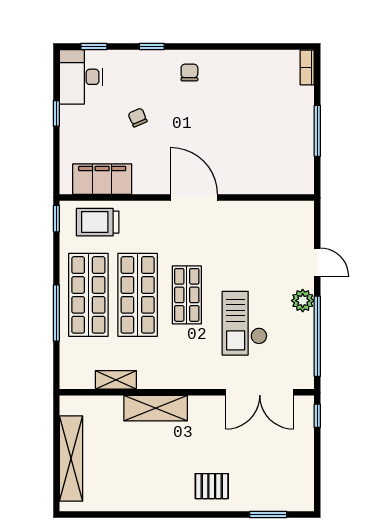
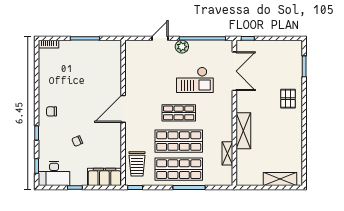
filing cabinet: (102, 179) -> (104, 177), moved, turned 90
shelving: (71, 458) -> (280, 179), width x0.68

